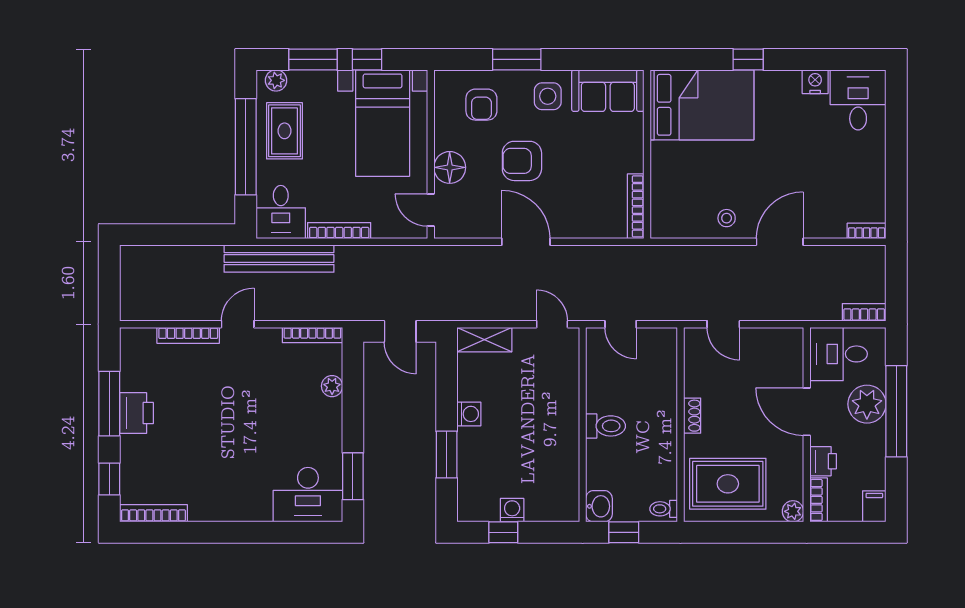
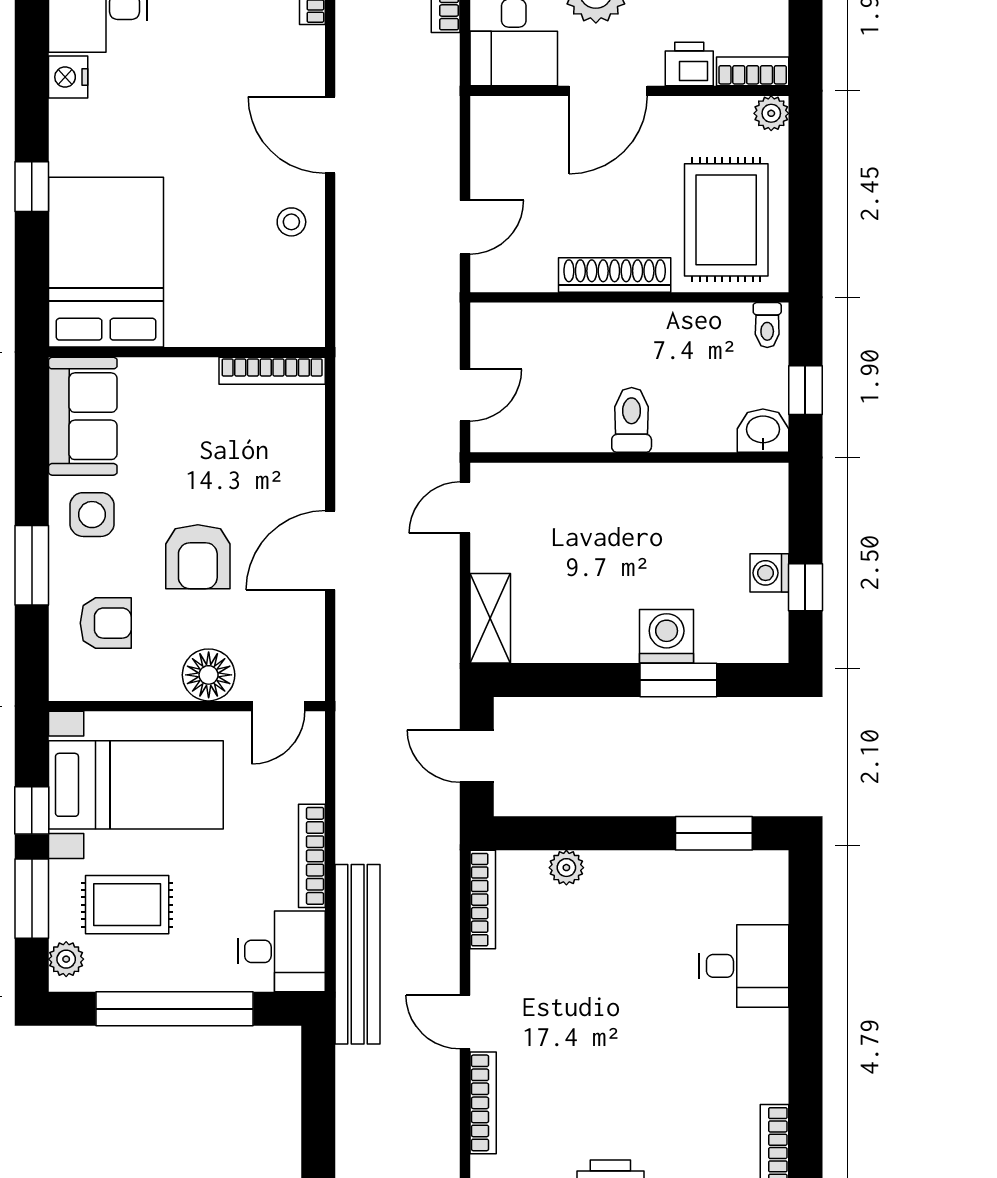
rug: (284, 131) -> (127, 905), moved
door: (400, 331) -> (477, 756), swing flipped
washing machine: (469, 414) -> (667, 636), moved, width x1.38, depth x1.38
shoe rack: (692, 416) -> (615, 275), width x1.94, depth x1.24
desk: (308, 495) -> (744, 966), moved, width x0.73

